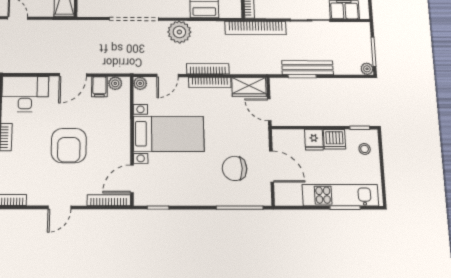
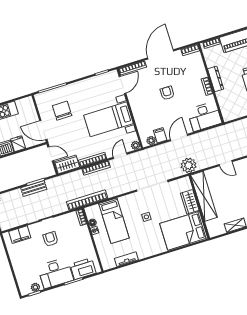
bookcase: (255, 28) -> (87, 200), moved
plant: (179, 32) -> (189, 165), moved
bench: (307, 68) -> (34, 189), width x0.73
armchair: (69, 146) -> (167, 93), width x0.53, depth x0.53
door: (272, 166) -> (43, 130), moved
chair: (235, 168) -> (62, 111), turned -90
door: (59, 207) -> (161, 54), width x1.88

